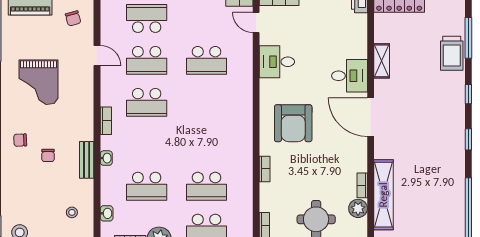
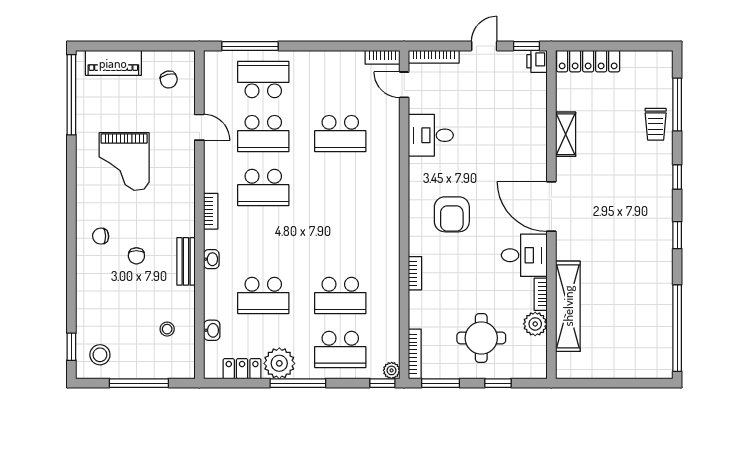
trolley: (452, 53) -> (656, 124), width x0.73, depth x0.72
desk: (349, 76) -> (524, 255), moved
armchair: (293, 123) -> (452, 214), width x0.73, depth x0.73

